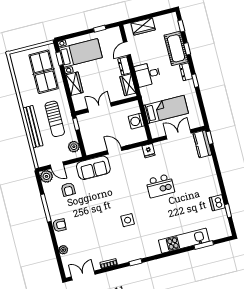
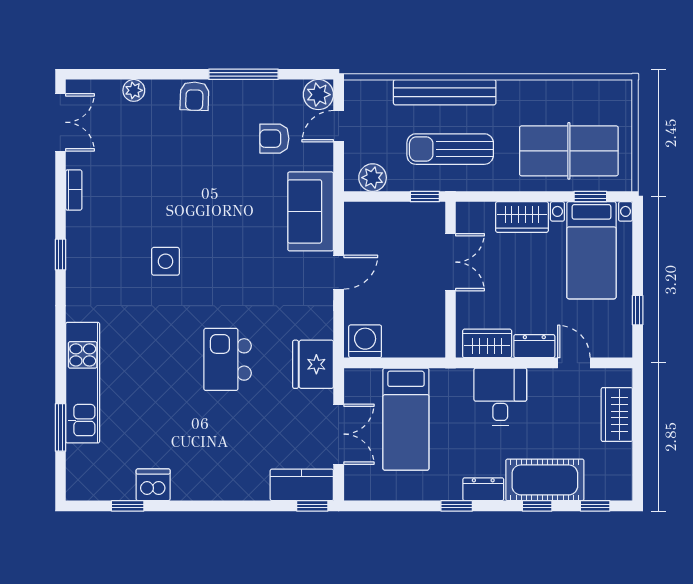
washing machine: (136, 121) -> (365, 341), moved
fridge: (149, 151) -> (313, 364), width x1.88, depth x1.34

